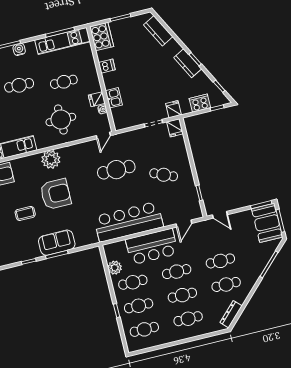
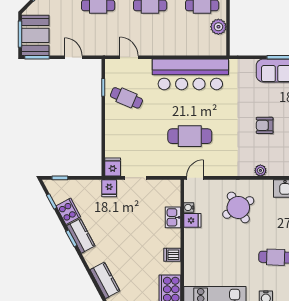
cafe table: (64, 82) -> (225, 249), removed
cooker: (200, 103) -> (68, 211), moved, turned -118
round table: (61, 120) -> (238, 207), turned -31
plant: (51, 159) -> (260, 170), width x0.53, depth x0.53
cafe table: (164, 175) -> (126, 98), moved
armchair: (56, 194) -> (265, 125), width x0.53, depth x0.53
door: (220, 215) -> (73, 57), moved
door: (184, 224) -> (129, 57), hinge flipped
bar counter: (152, 247) -> (171, 40), removed

